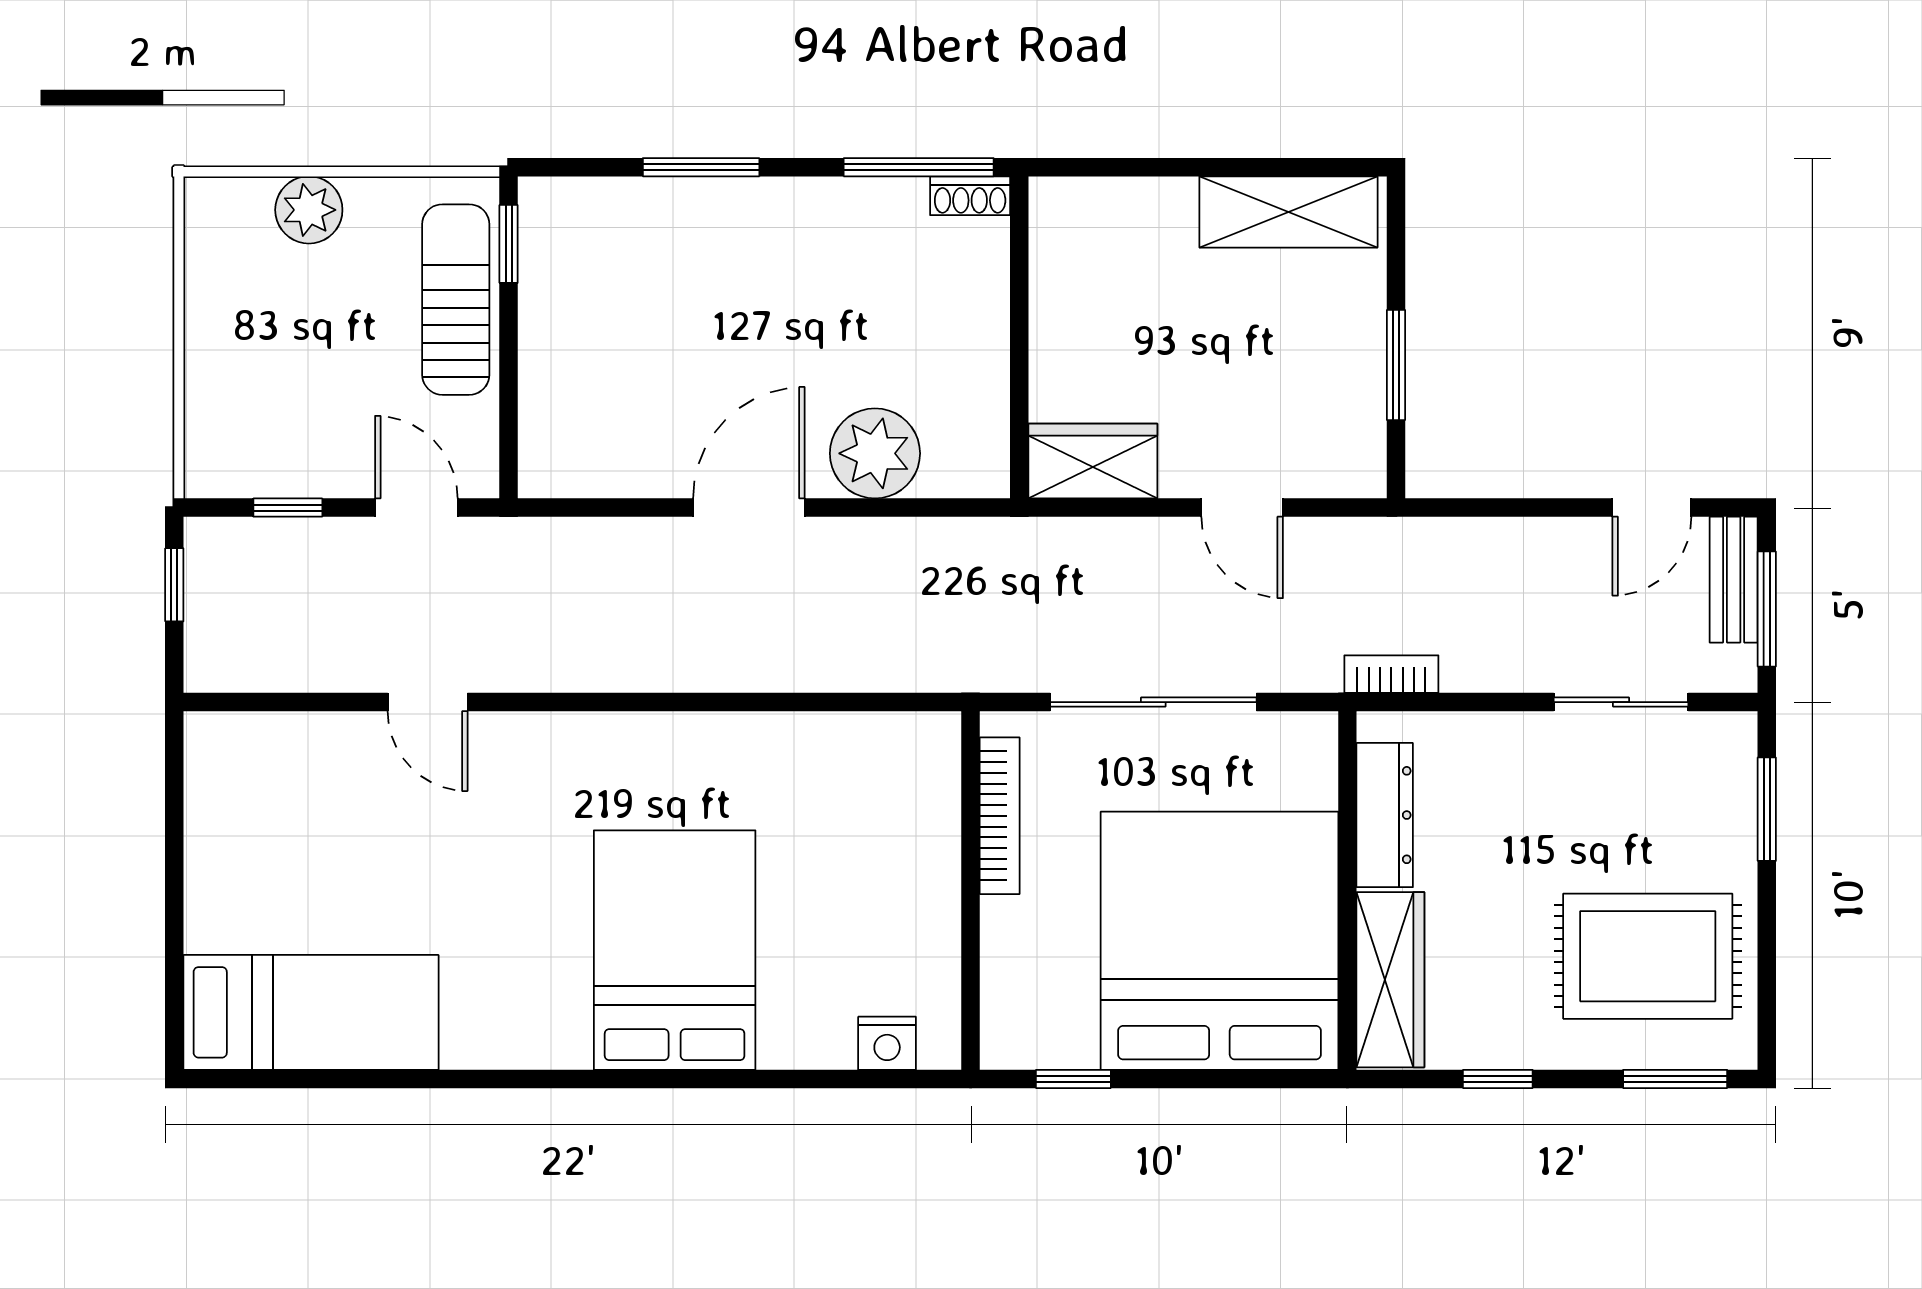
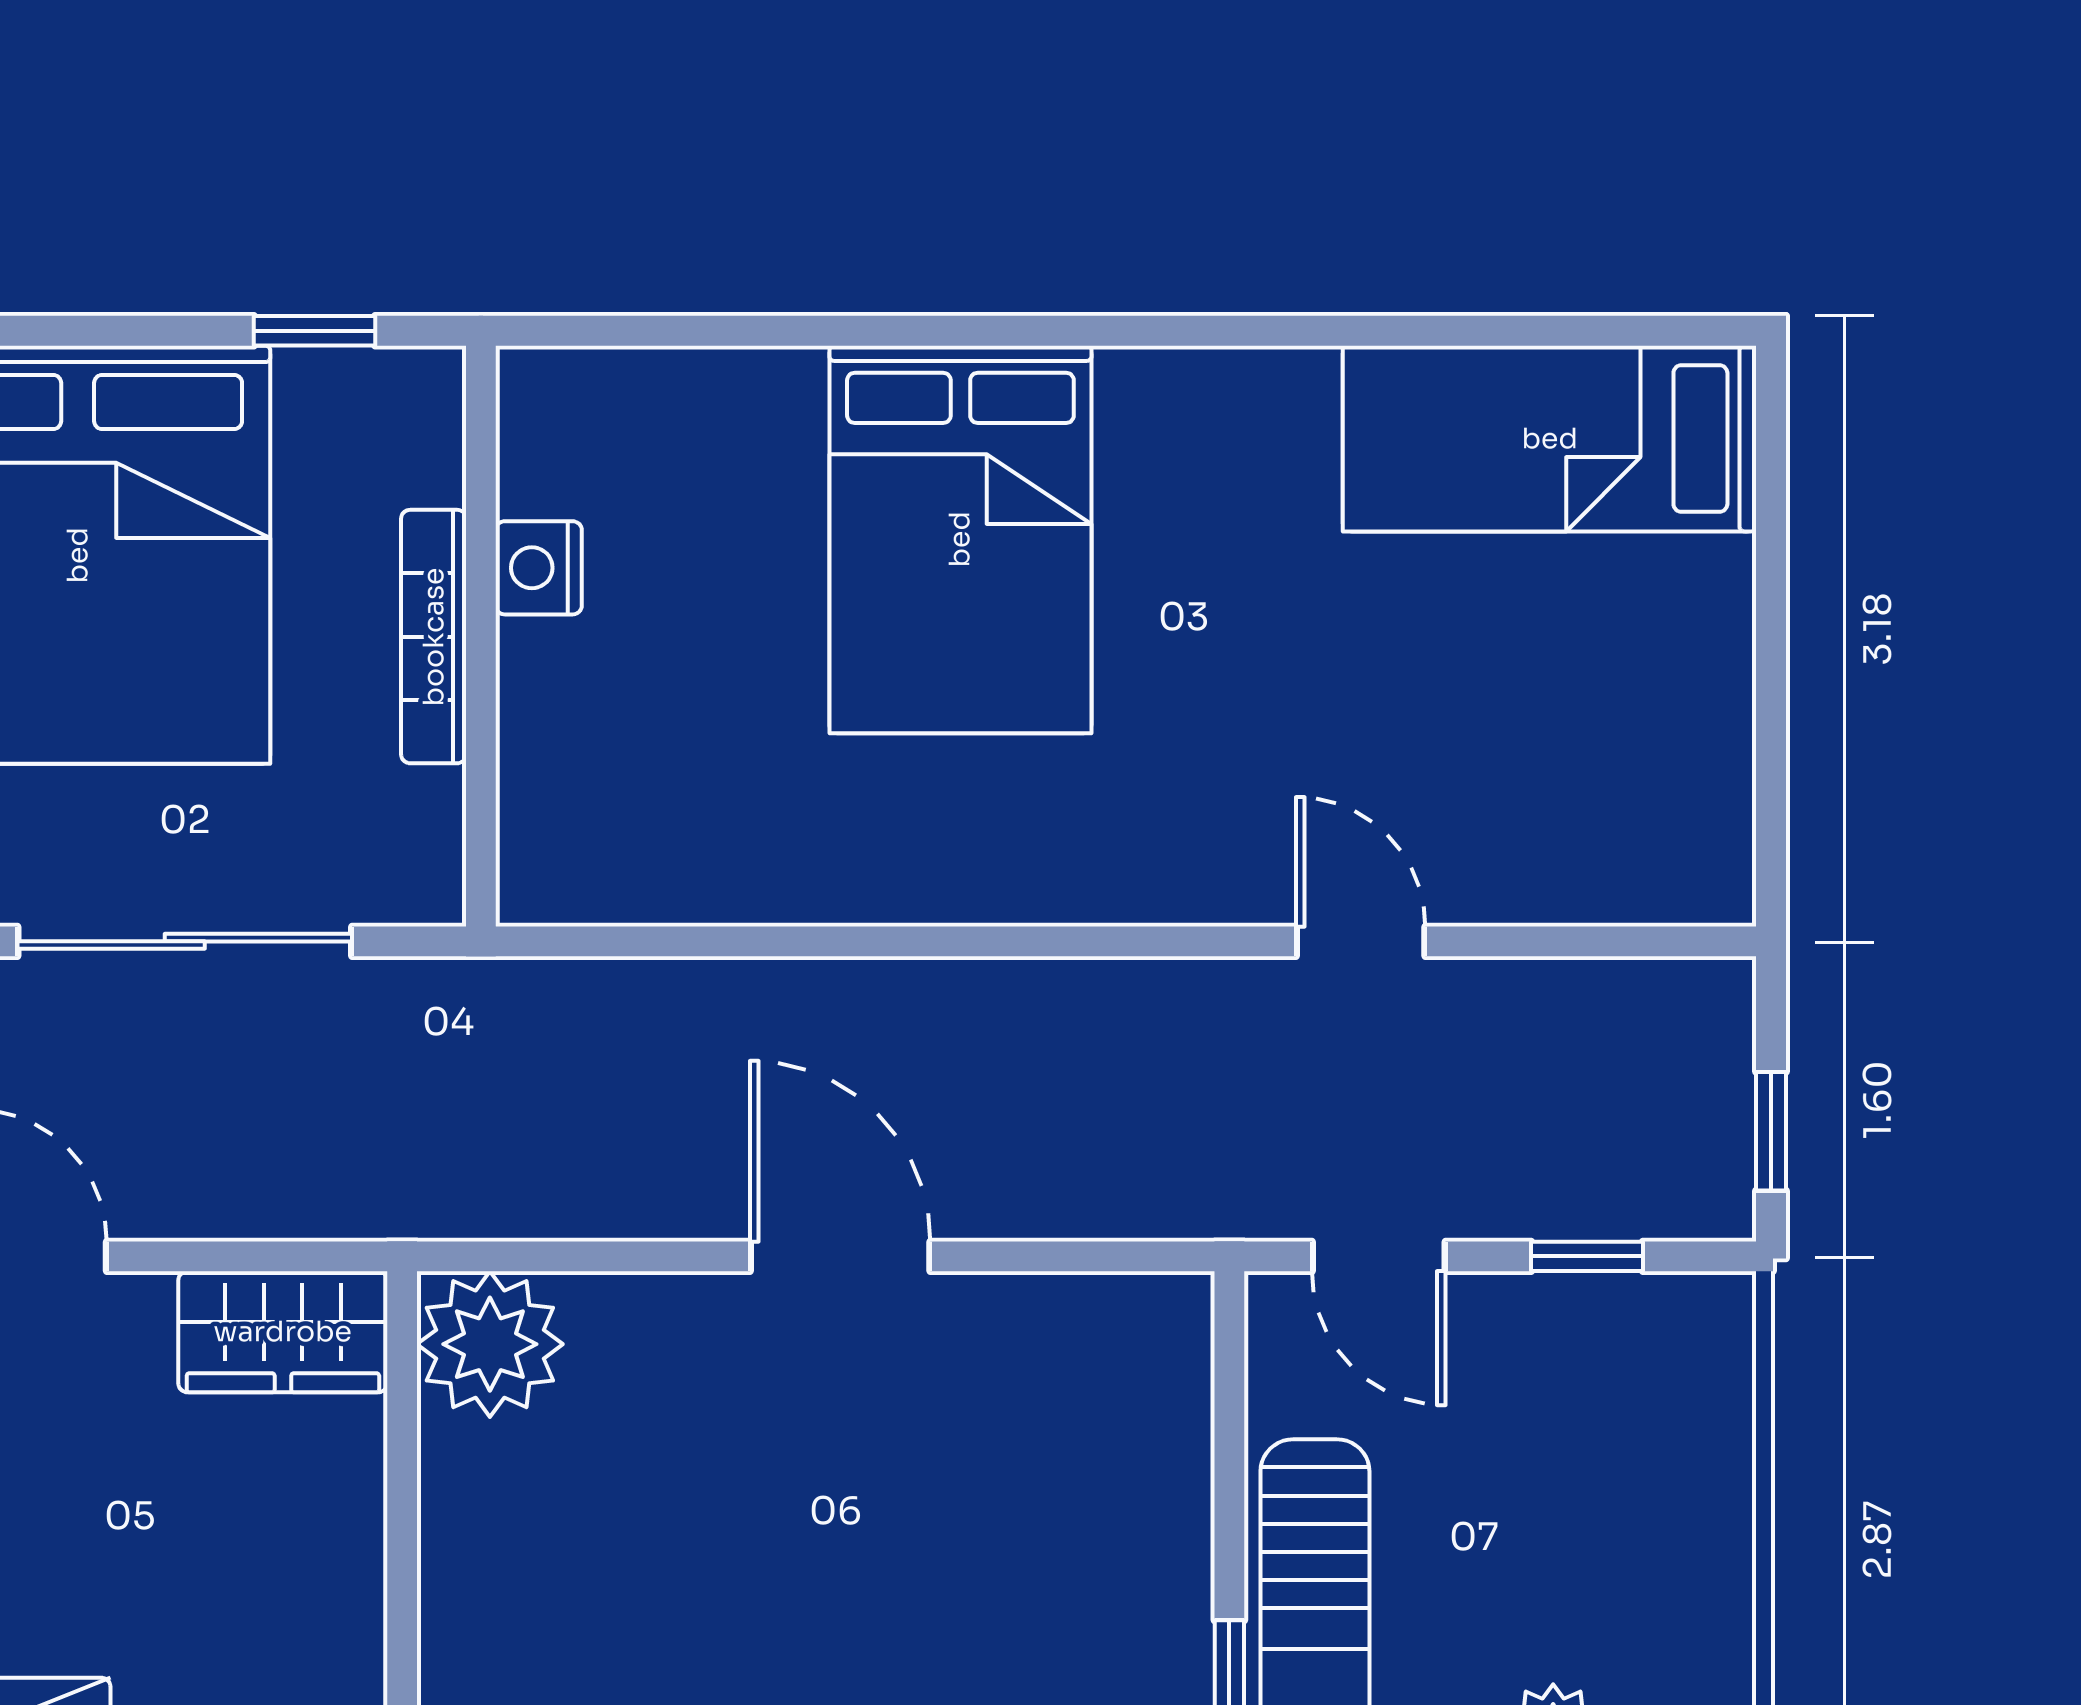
plant: (875, 453) -> (490, 1344), moved
door: (749, 508) -> (840, 1256), swing flipped
bookcase: (1000, 816) -> (434, 637), moved
nightstand: (887, 1043) -> (539, 568), moved, turned -90

